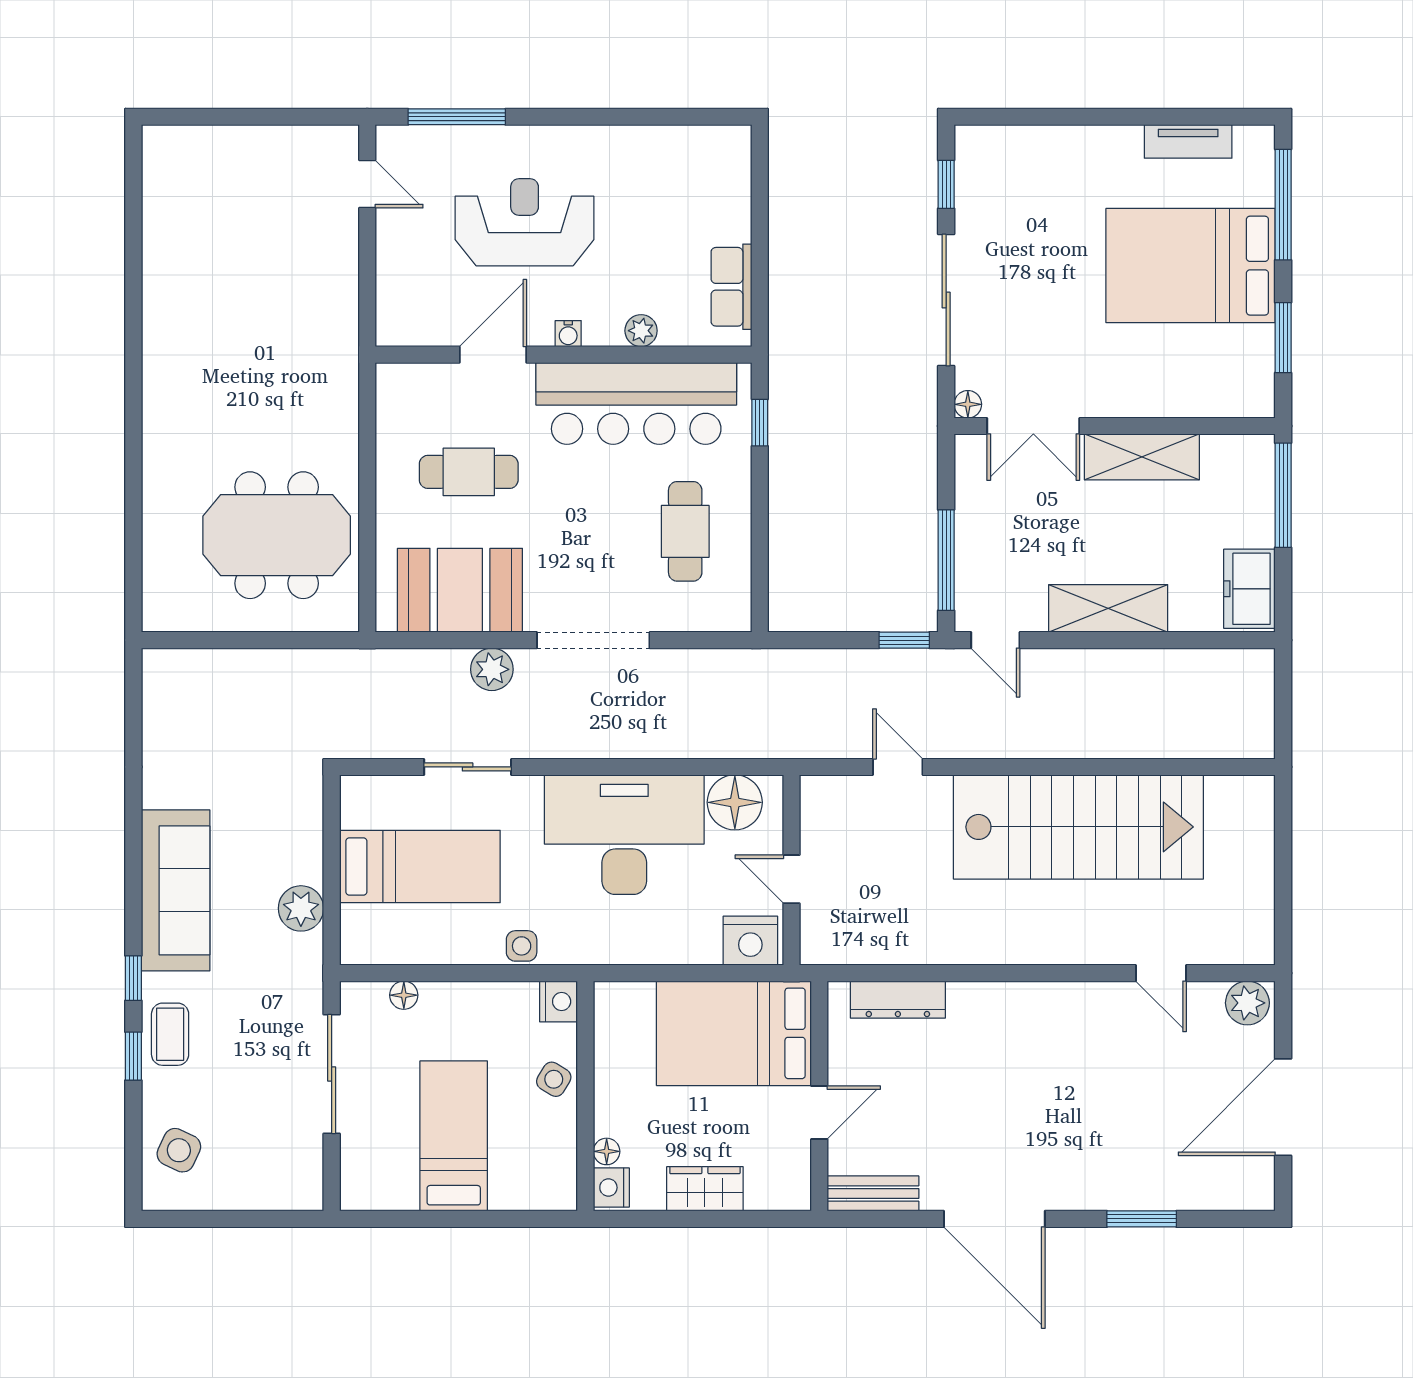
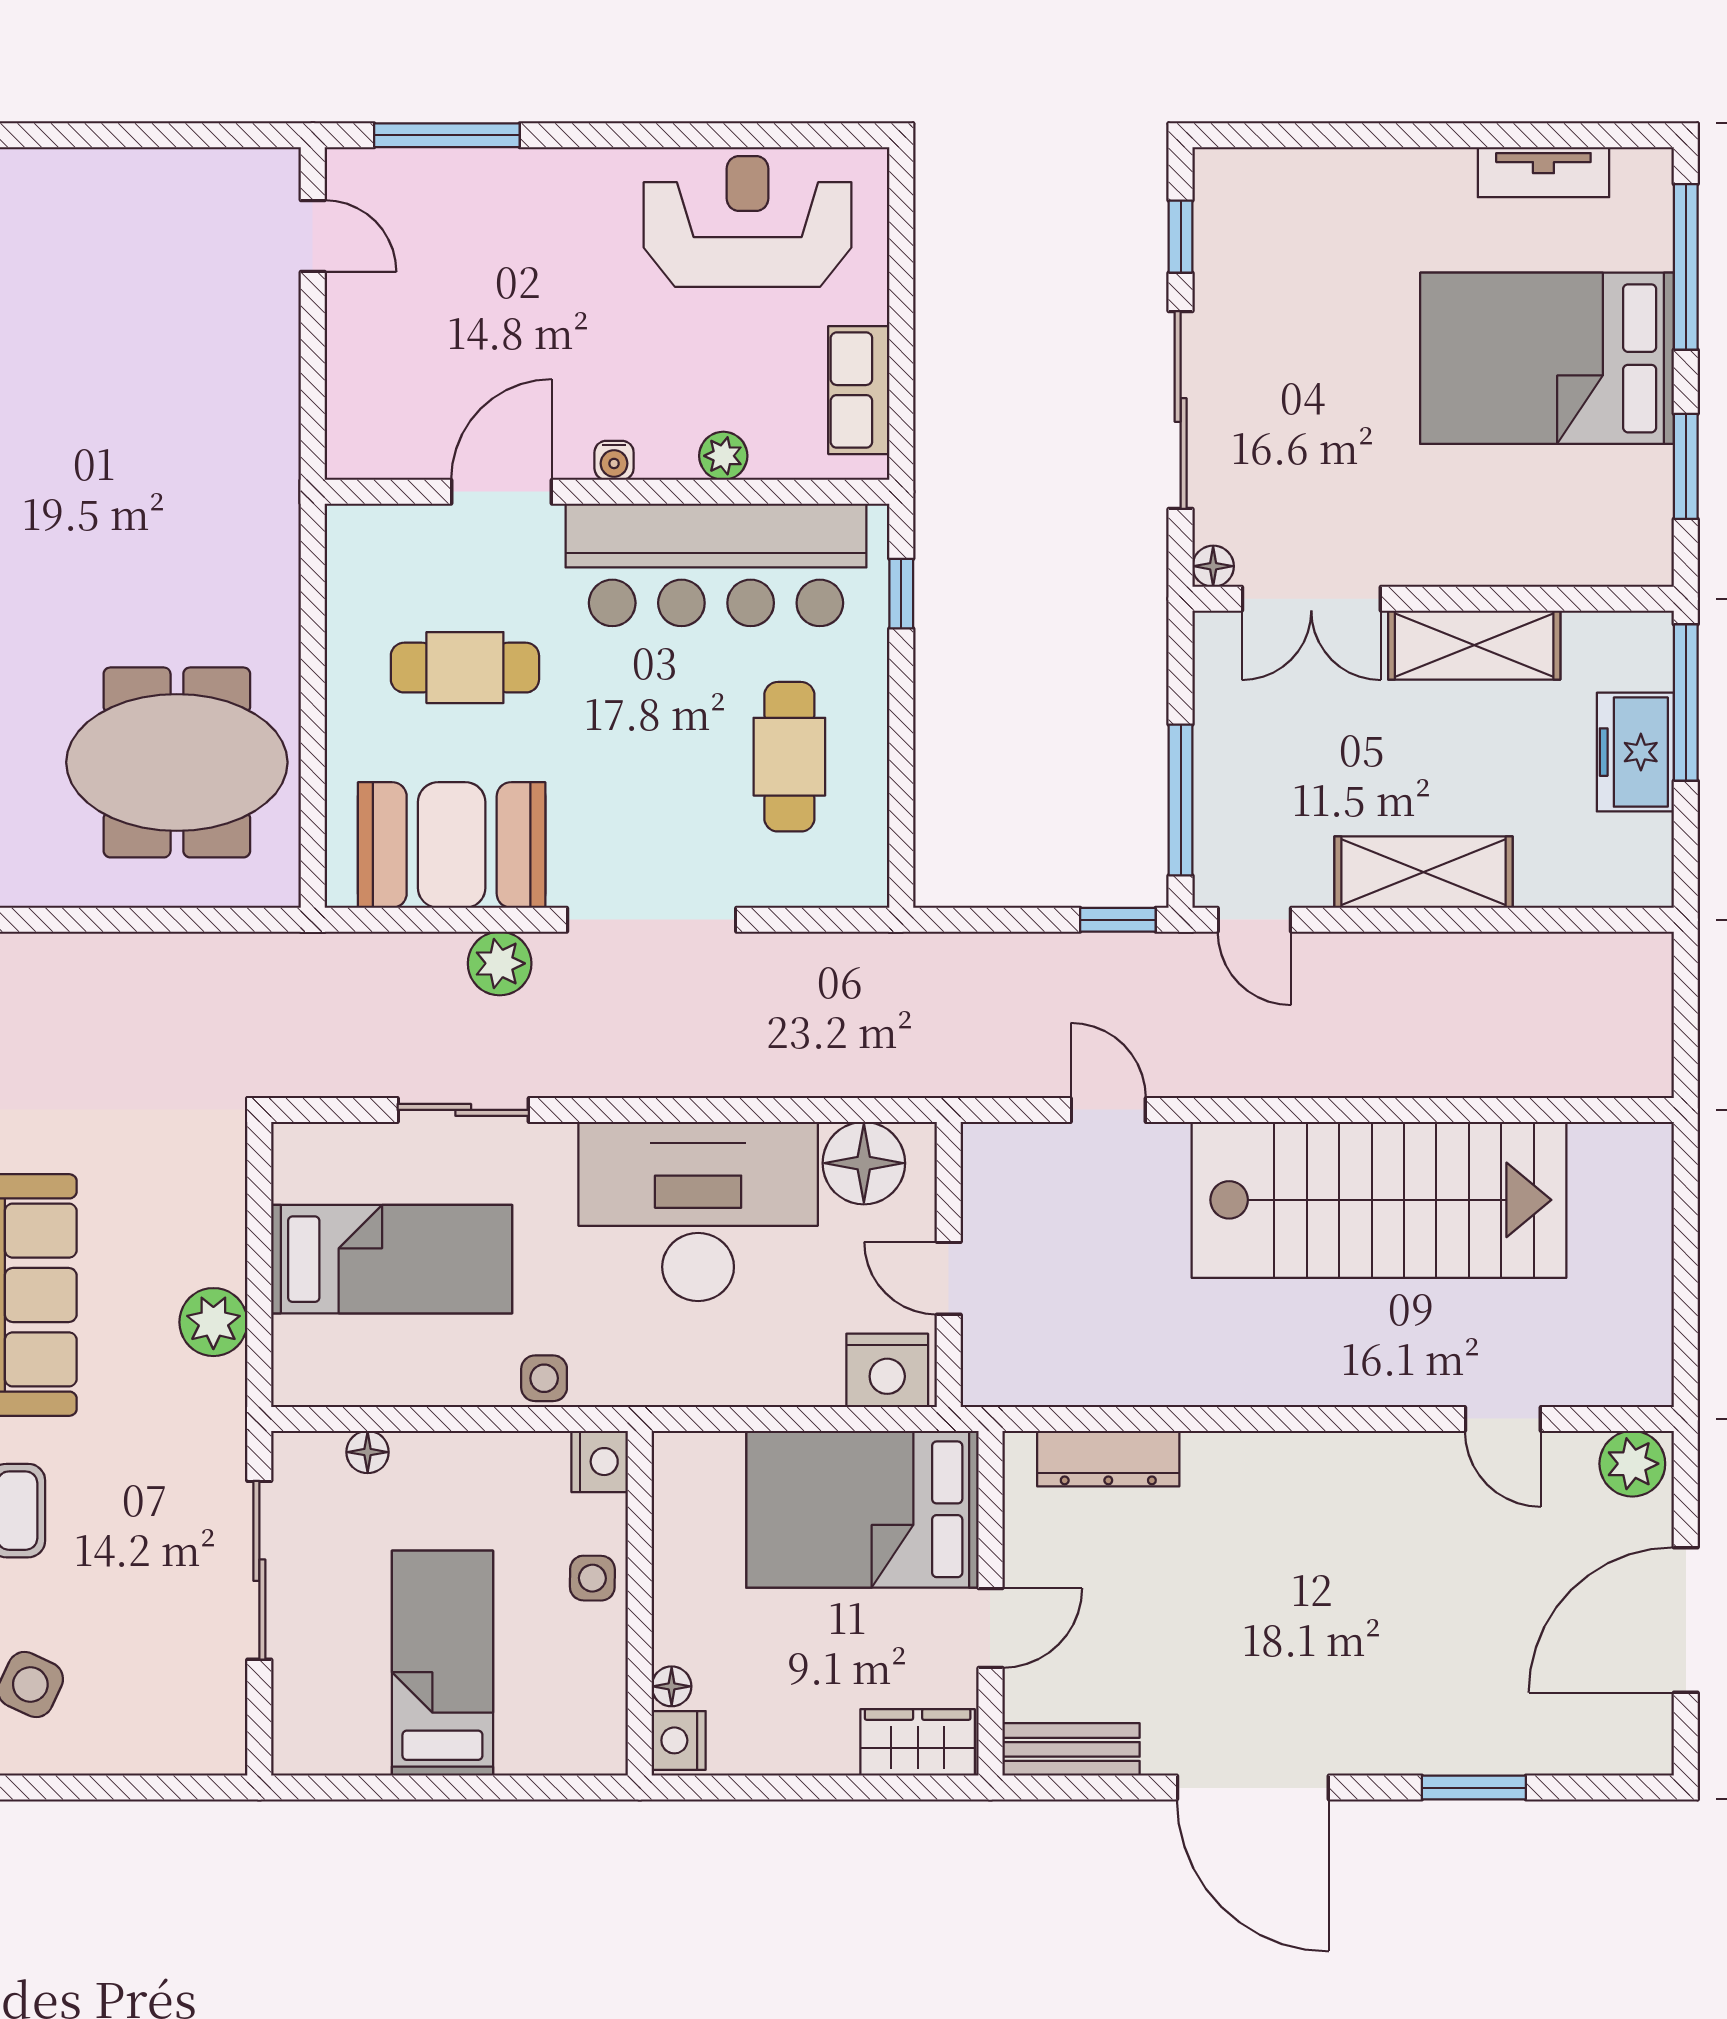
reception desk: (525, 222) -> (748, 221), moved
freezer: (1249, 589) -> (1635, 752), moved
side table: (554, 1079) -> (592, 1578), turned -30
wardrobe: (705, 1189) -> (918, 1742), moved

